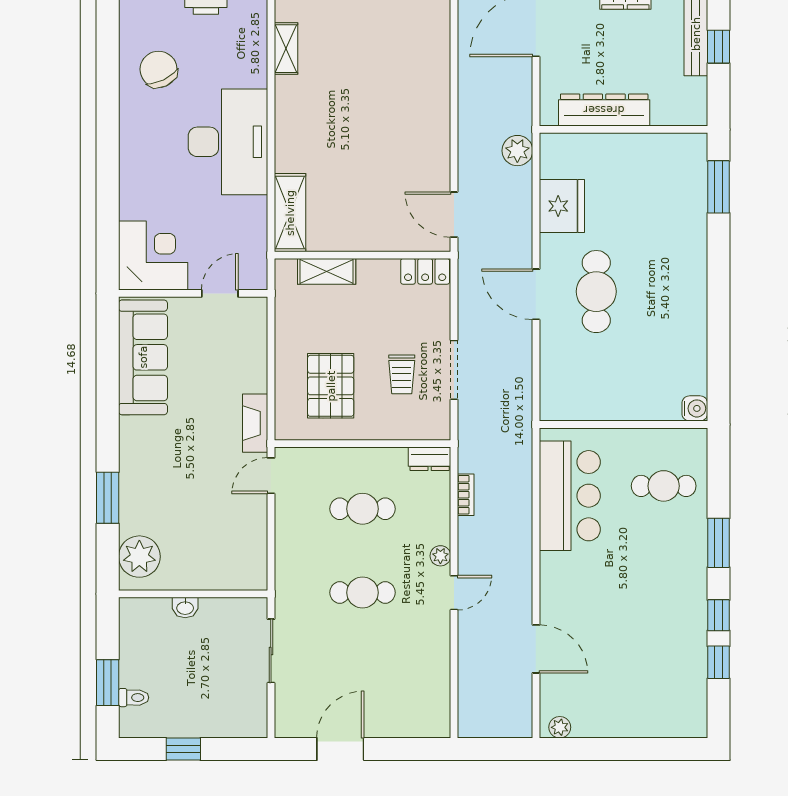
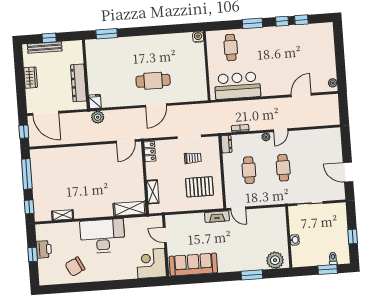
fridge: (562, 206) -> (95, 101), moved, width x0.53, depth x0.75
door: (454, 593) -> (281, 130), swing flipped

